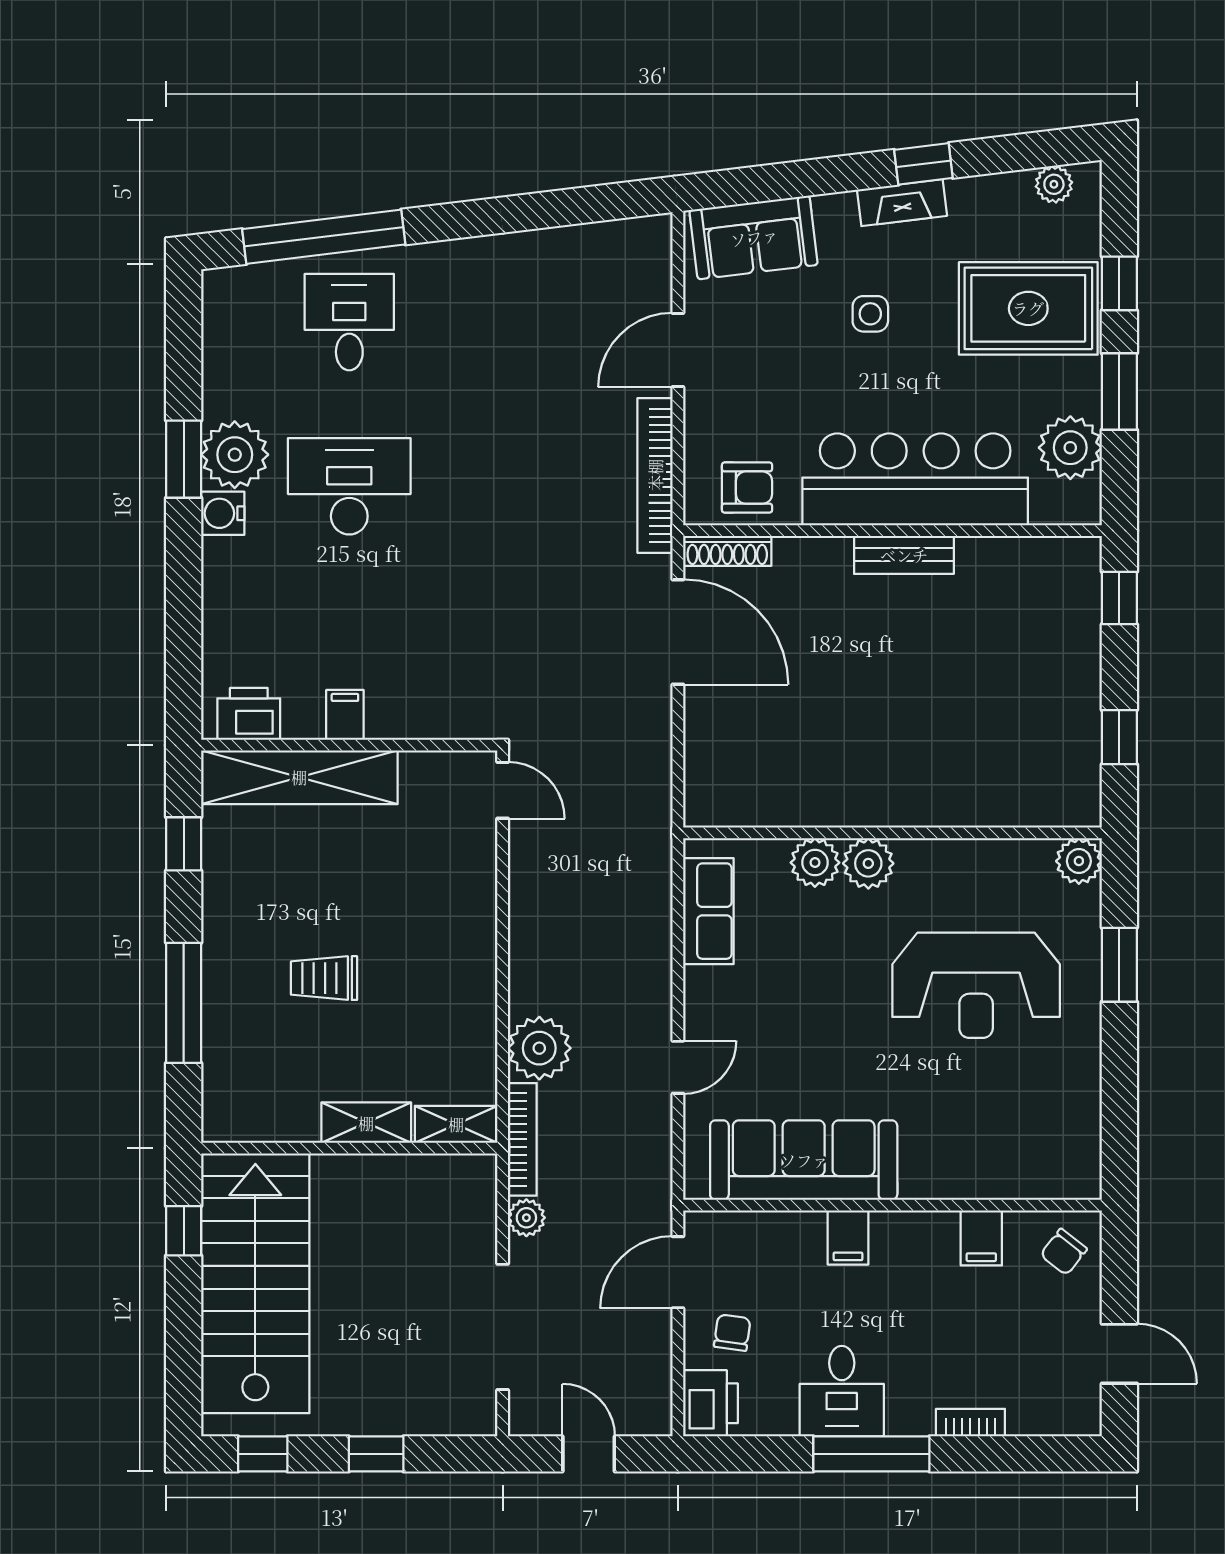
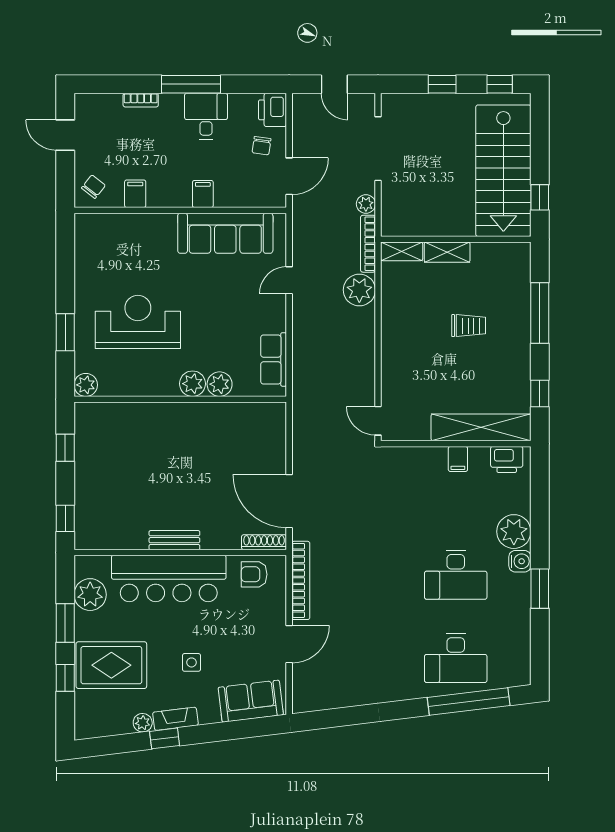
plant: (1054, 184) -> (143, 723), moved
desk: (349, 322) -> (456, 658), width x1.37
plant: (235, 455) -> (514, 532), moved

